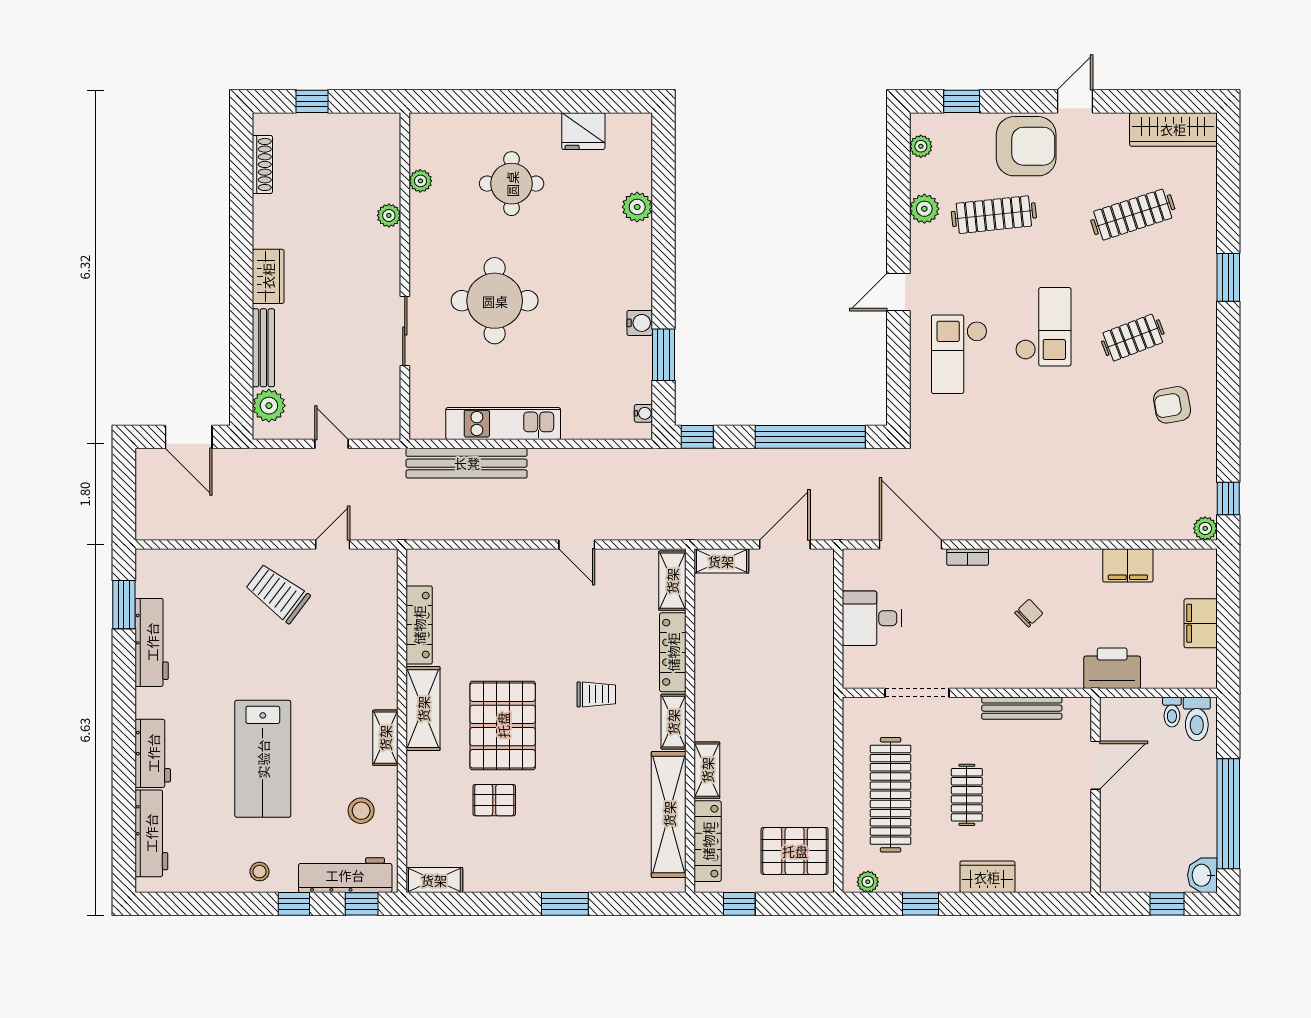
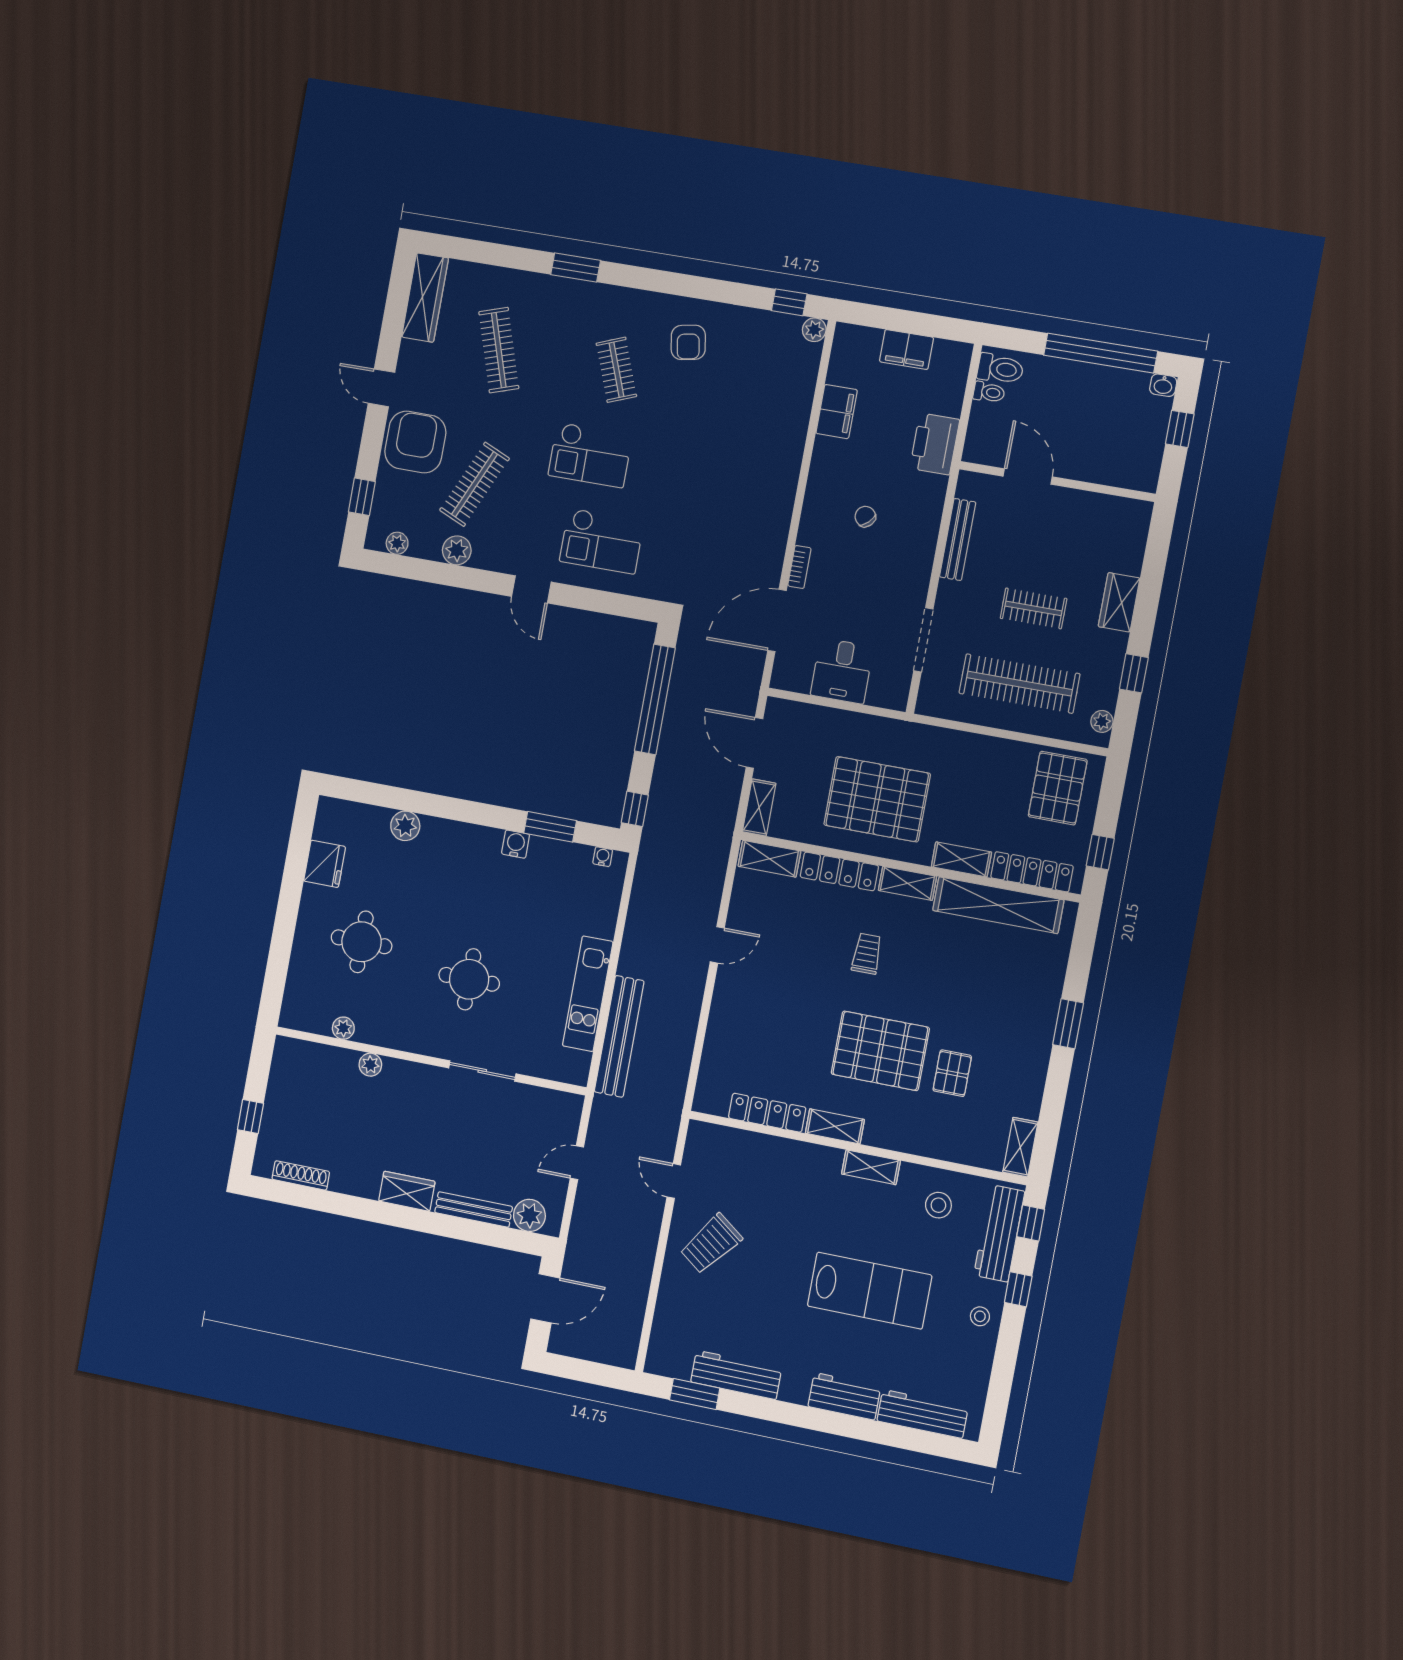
clothes rail: (994, 215) -> (475, 484), turned 30
round table: (495, 301) -> (469, 979), width x0.73, depth x0.73
checkout: (1043, 327) -> (590, 455), turned 180
pallet: (751, 676) -> (877, 799), added
shelving: (423, 709) -> (835, 1126), width x0.67, depth x0.75
washbasin: (1202, 875) -> (1163, 385), width x0.72, depth x0.69

